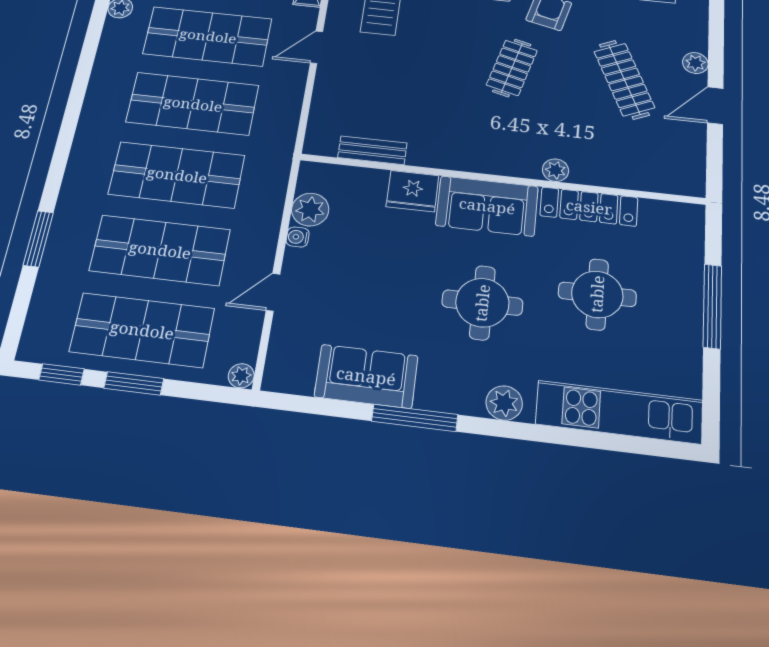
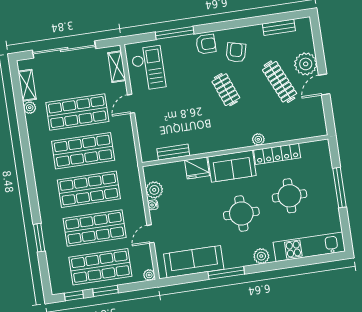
plant: (695, 63) -> (306, 64), width x1.87, depth x1.87
clothes rail: (512, 68) -> (226, 90), turned -36
sofa: (366, 376) -> (194, 262), width x1.36

